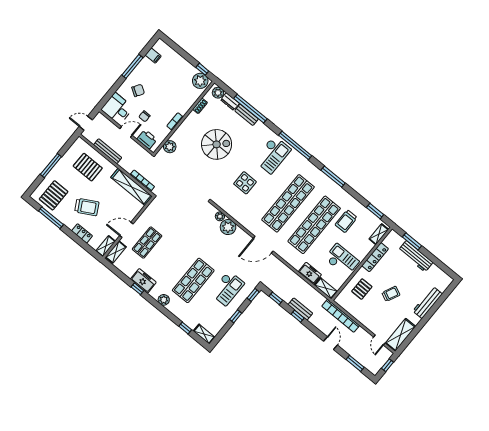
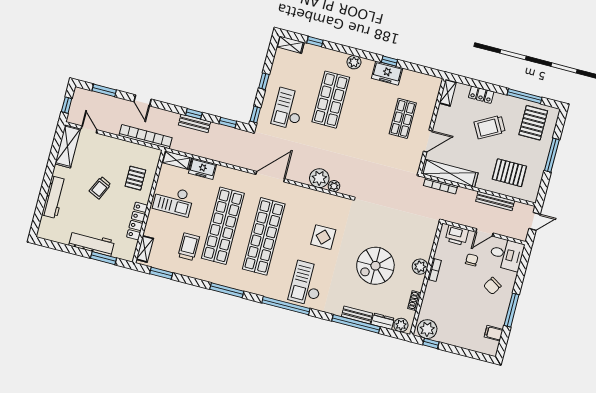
plant: (170, 147) -> (420, 267), moved
door: (126, 230) -> (428, 141), moved
shelving: (116, 252) -> (433, 91), removed

